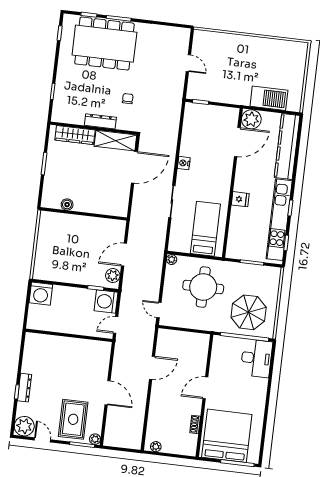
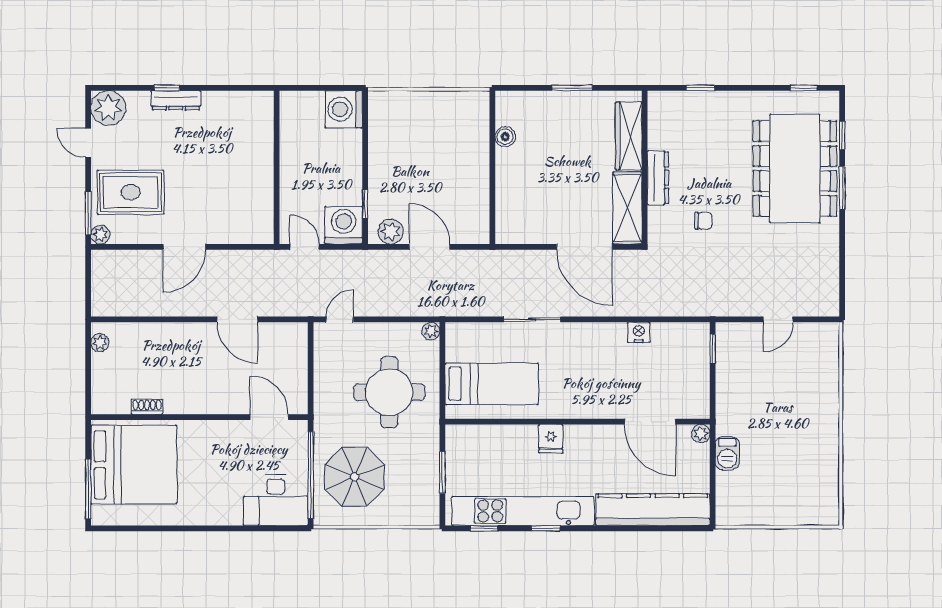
barbecue: (269, 98) -> (727, 453), width x0.53, depth x0.65
plant: (251, 119) -> (701, 434), width x0.53, depth x0.53
nightstand: (184, 163) -> (639, 332), moved
door: (205, 388) -> (269, 417), moved
door: (42, 440) -> (88, 143), swing flipped

